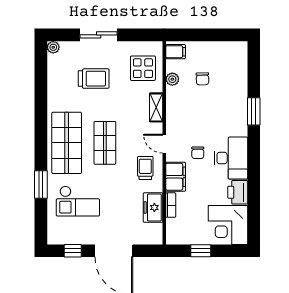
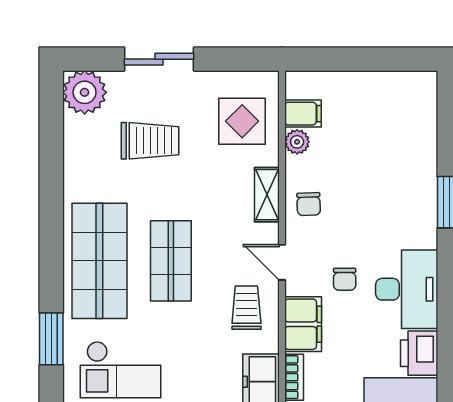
plant: (53, 47) -> (85, 92), width x1.87, depth x1.87
filing cabinet: (176, 52) -> (303, 114), moved
chair: (202, 79) -> (309, 204), moved

